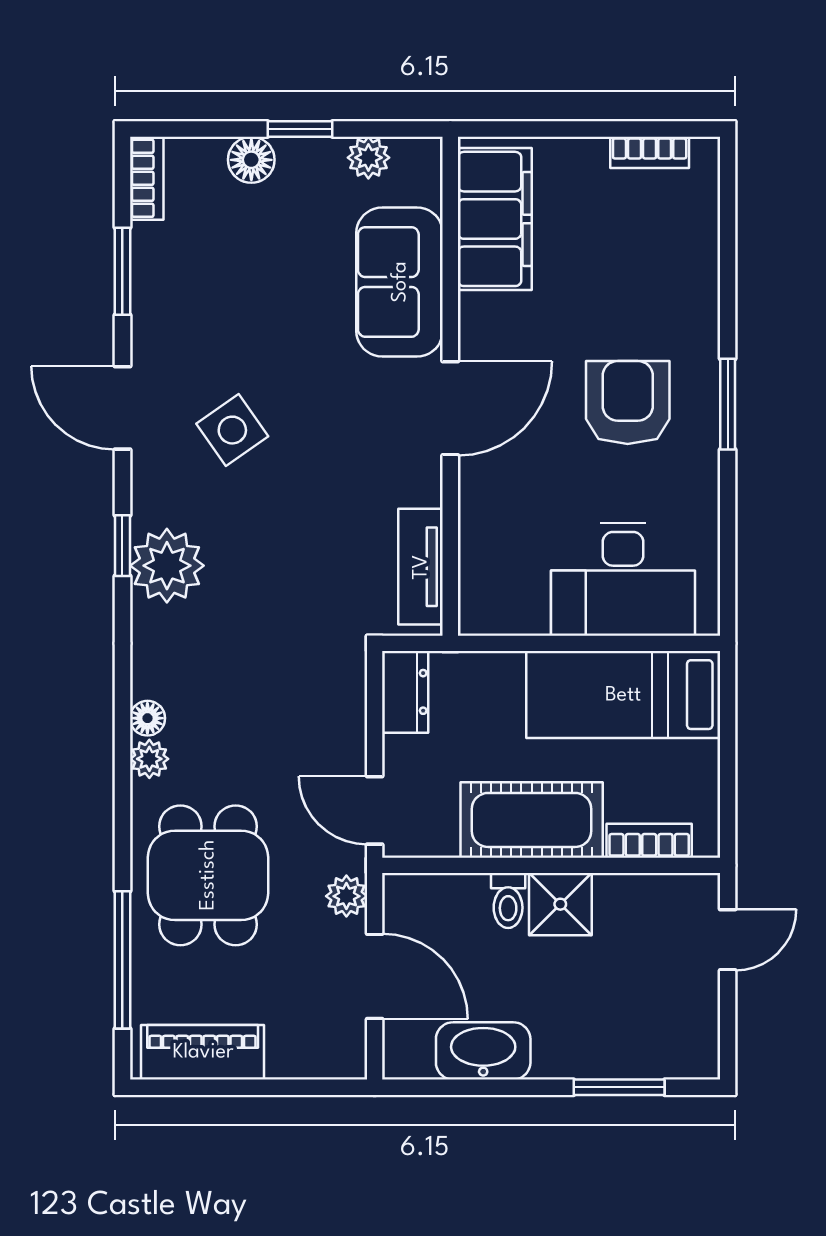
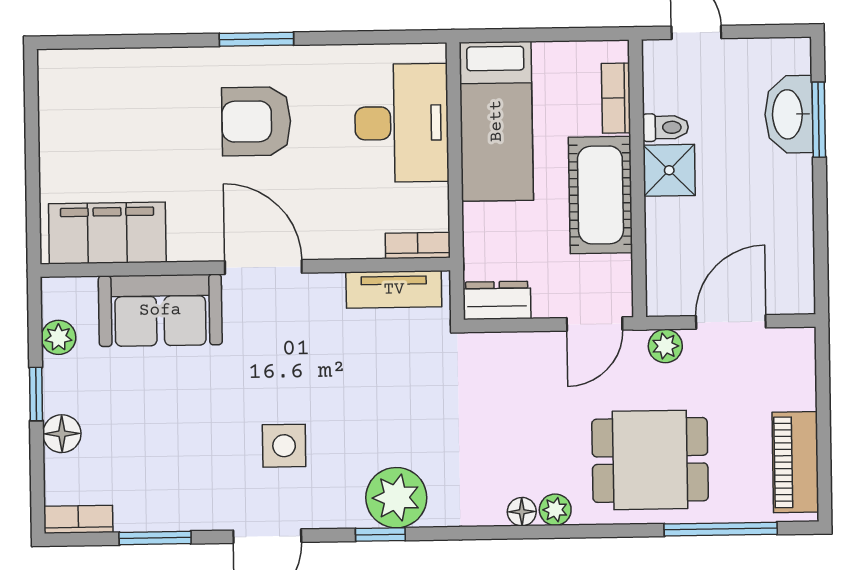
bookcase: (650, 152) -> (418, 245), moved, turned -90
side table: (232, 430) -> (284, 446), turned 35
toilet: (508, 900) -> (666, 127), moved
washbasin: (483, 1051) -> (789, 114), moved

